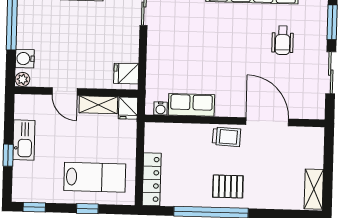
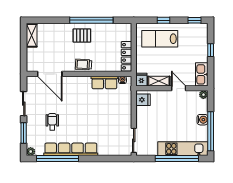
water cooler: (25, 59) -> (202, 120), moved
door: (267, 122) -> (50, 74), moved
kitchen sink: (24, 140) -> (202, 74), moved
locker: (152, 179) -> (126, 56), moved

